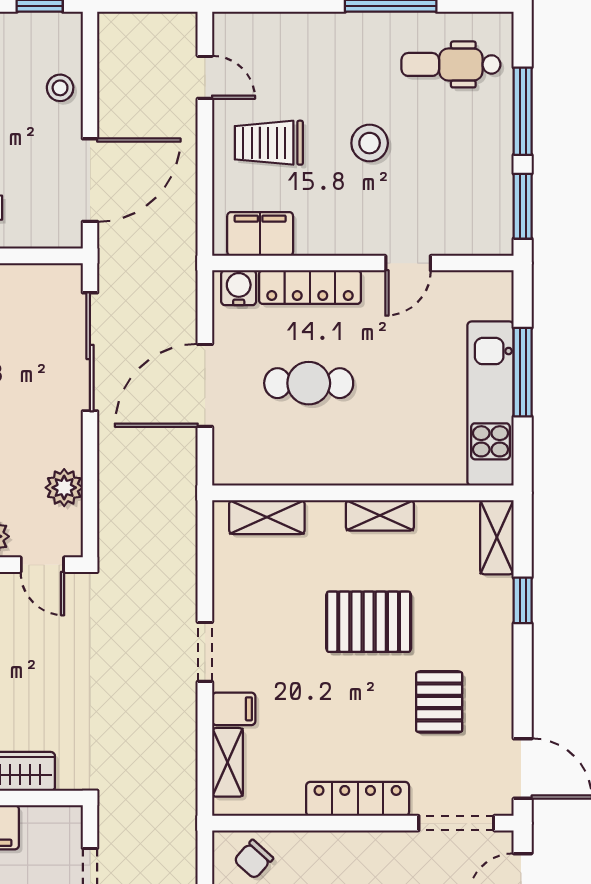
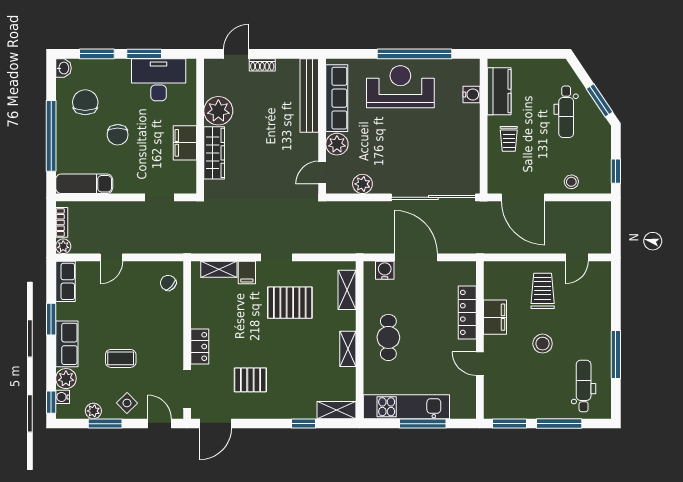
filing cabinet: (260, 234) -> (495, 317), moved
water cooler: (239, 288) -> (385, 270), moved, turned -90
sliding door: (90, 352) -> (433, 197), width x1.36
cafe table: (309, 383) -> (388, 337), moved
pallet: (369, 622) -> (290, 303), moved, turned 90
locker: (358, 799) -> (200, 347), width x0.66

